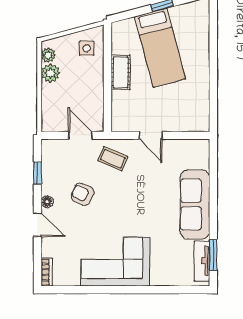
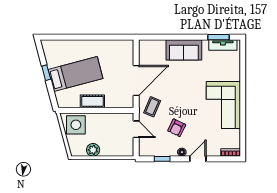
side table: (87, 48) -> (76, 125), width x1.87, depth x1.87
plant: (48, 55) -> (81, 151), removed
door: (80, 135) -> (136, 129), swing flipped
door: (151, 135) -> (136, 80), width x1.87
sofa: (195, 204) -> (184, 50), width x0.73

